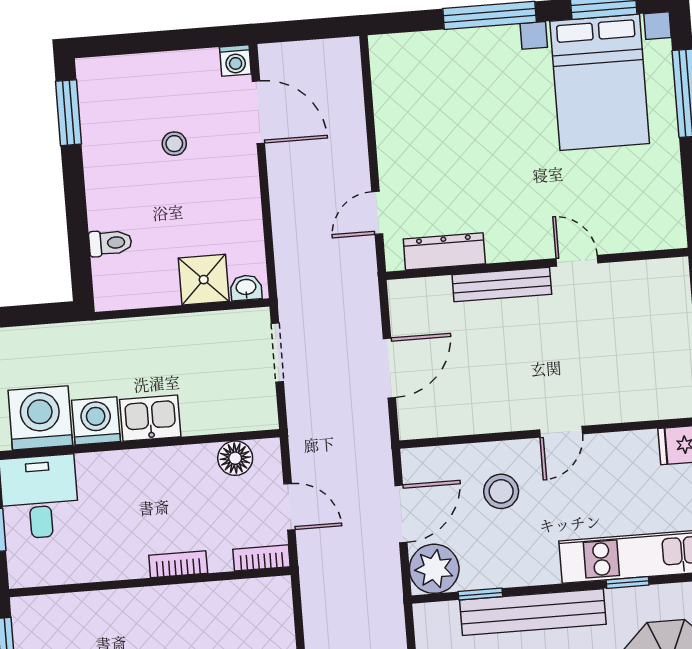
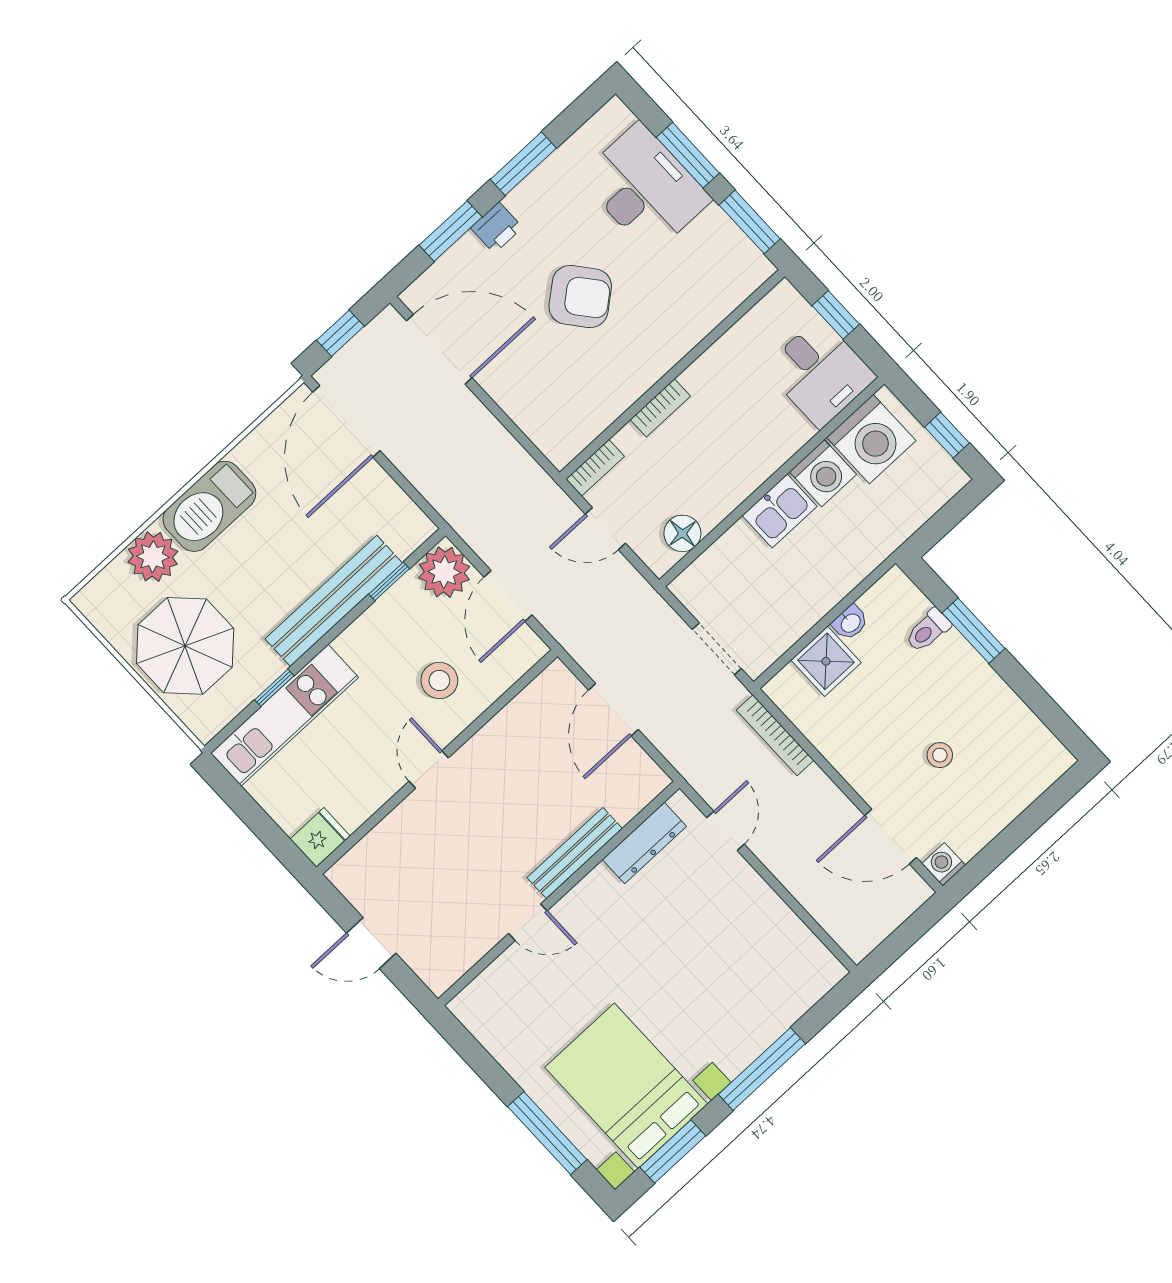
window: (69, 113) -> (973, 631), moved
bookcase: (285, 255) -> (775, 735), added
washbasin: (246, 288) -> (850, 623), moved

